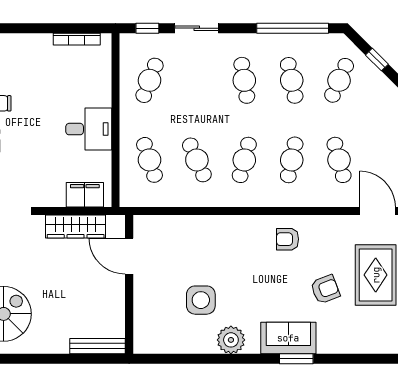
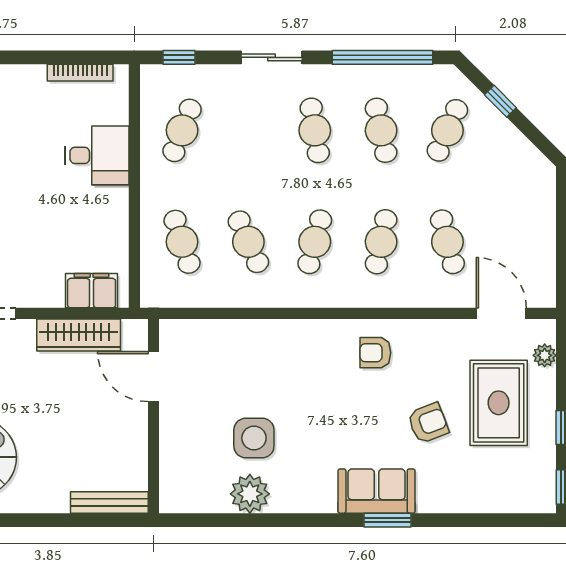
sliding door: (197, 28) -> (272, 57), moved
desk: (89, 129) -> (97, 155), moved
plant: (231, 340) -> (250, 494), moved

